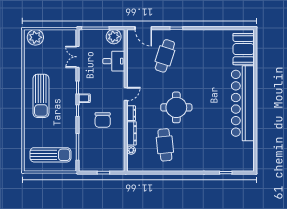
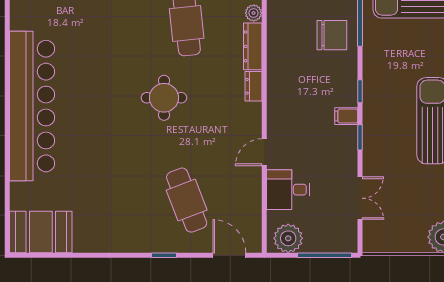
booth: (244, 49) -> (41, 232), moved, turned 90
cafe table: (165, 56) -> (187, 200), turned -39
door: (126, 94) -> (264, 152), moved
round table: (176, 107) -> (164, 98), width x0.73, depth x0.73
chair: (103, 120) -> (332, 35), moved, turned 90

